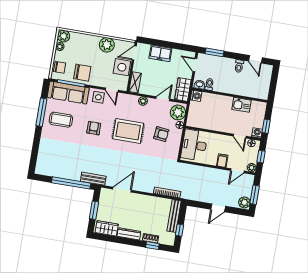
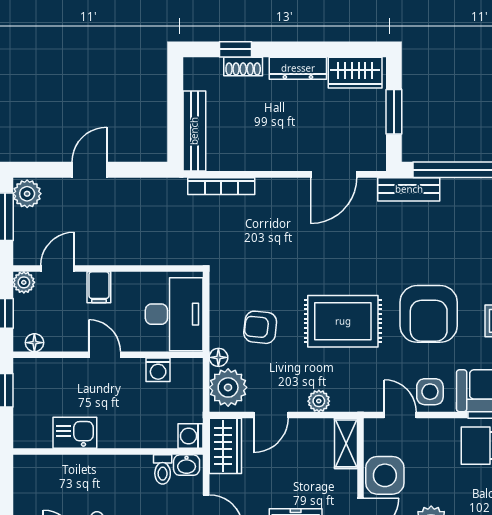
armchair: (94, 128) -> (429, 314), width x1.88, depth x1.88
washing machine: (257, 133) -> (158, 370), moved
door: (240, 136) -> (105, 355), moved
window: (179, 230) -> (175, 99), removed

